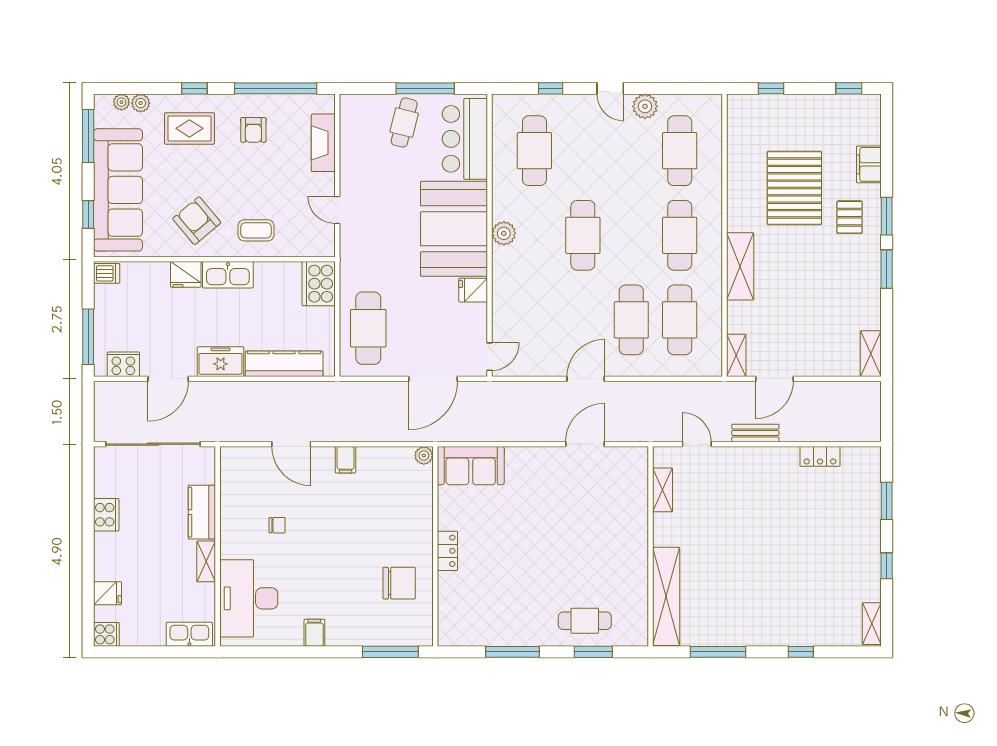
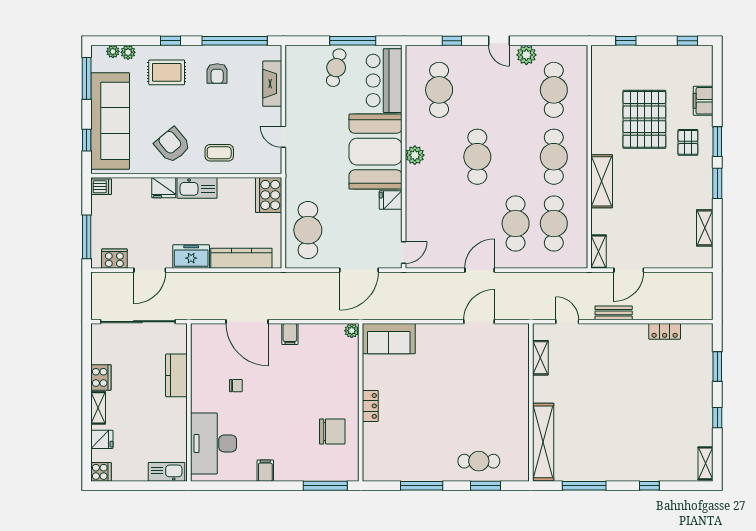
shelving: (871, 354) -> (705, 228), moved
door: (291, 444) -> (247, 322), width x1.36
shelving: (206, 561) -> (98, 408), moved

